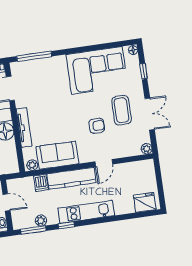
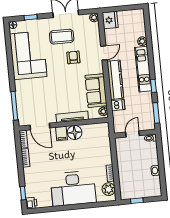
door: (104, 163) -> (104, 53), hinge flipped
fridge: (145, 202) -> (110, 20), moved, turned 180
plant: (41, 221) -> (142, 41), moved

